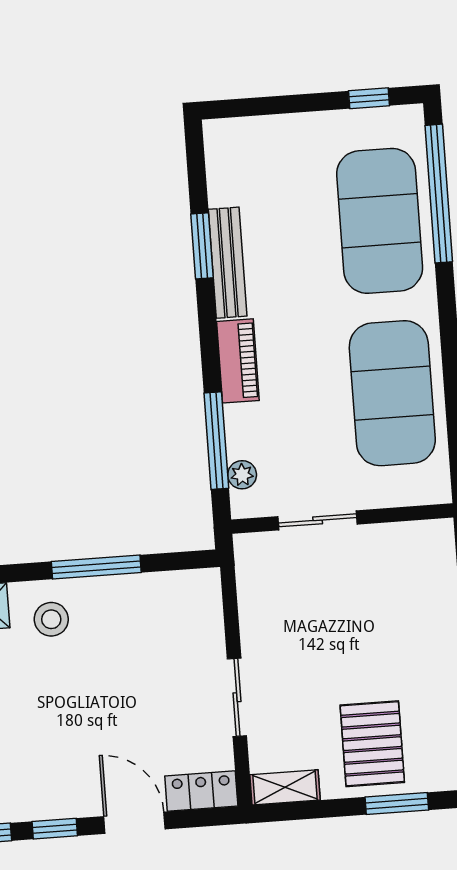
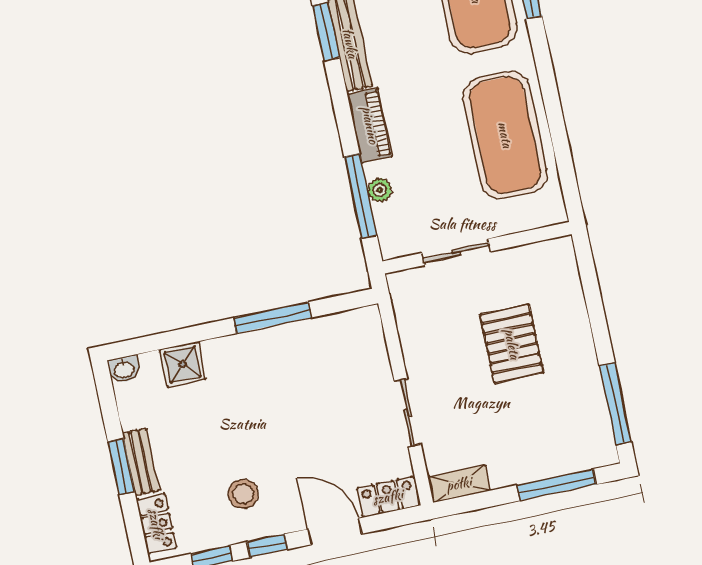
plant: (242, 475) -> (380, 190), moved
stool: (51, 619) -> (243, 494), moved
pallet: (372, 744) -> (512, 344), moved
window: (397, 803) -> (556, 485), width x1.44

